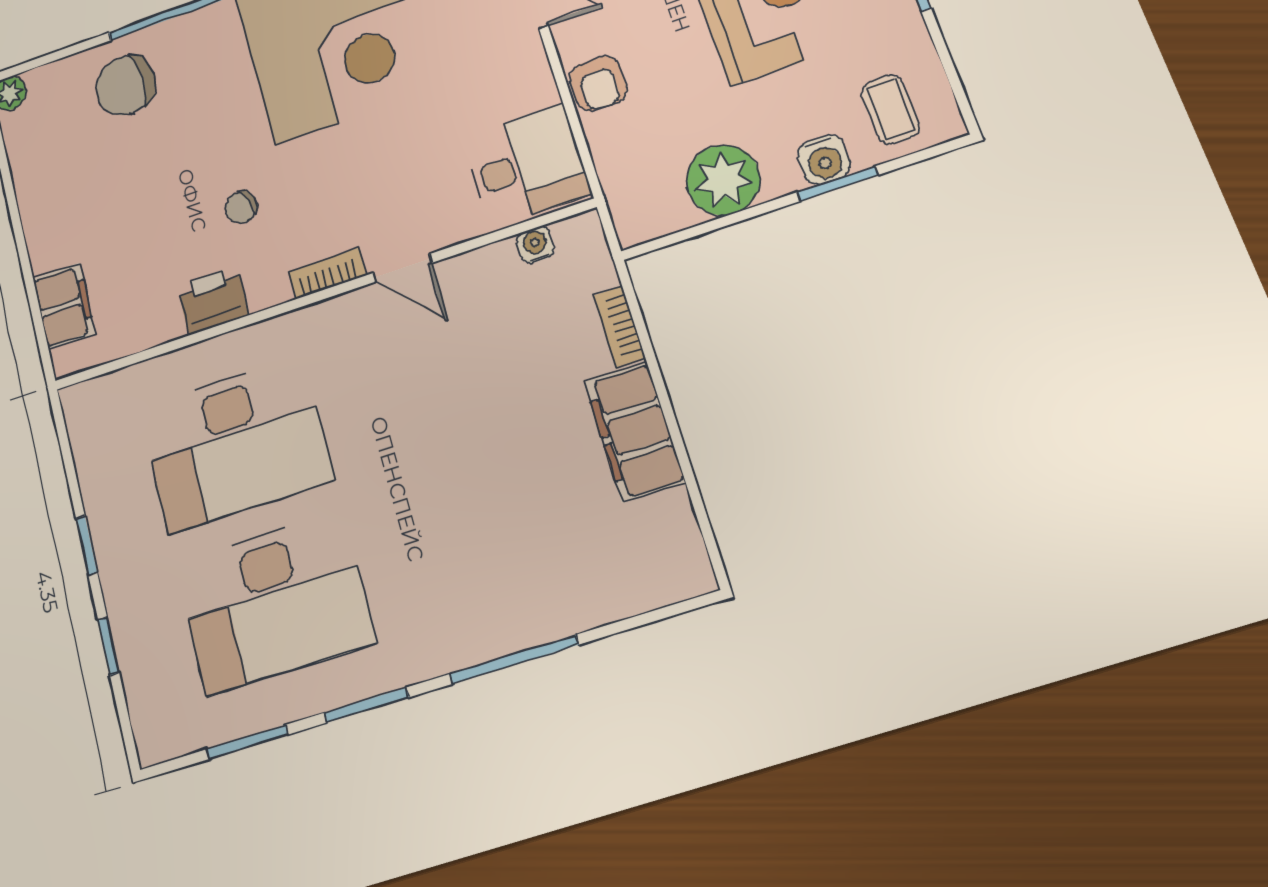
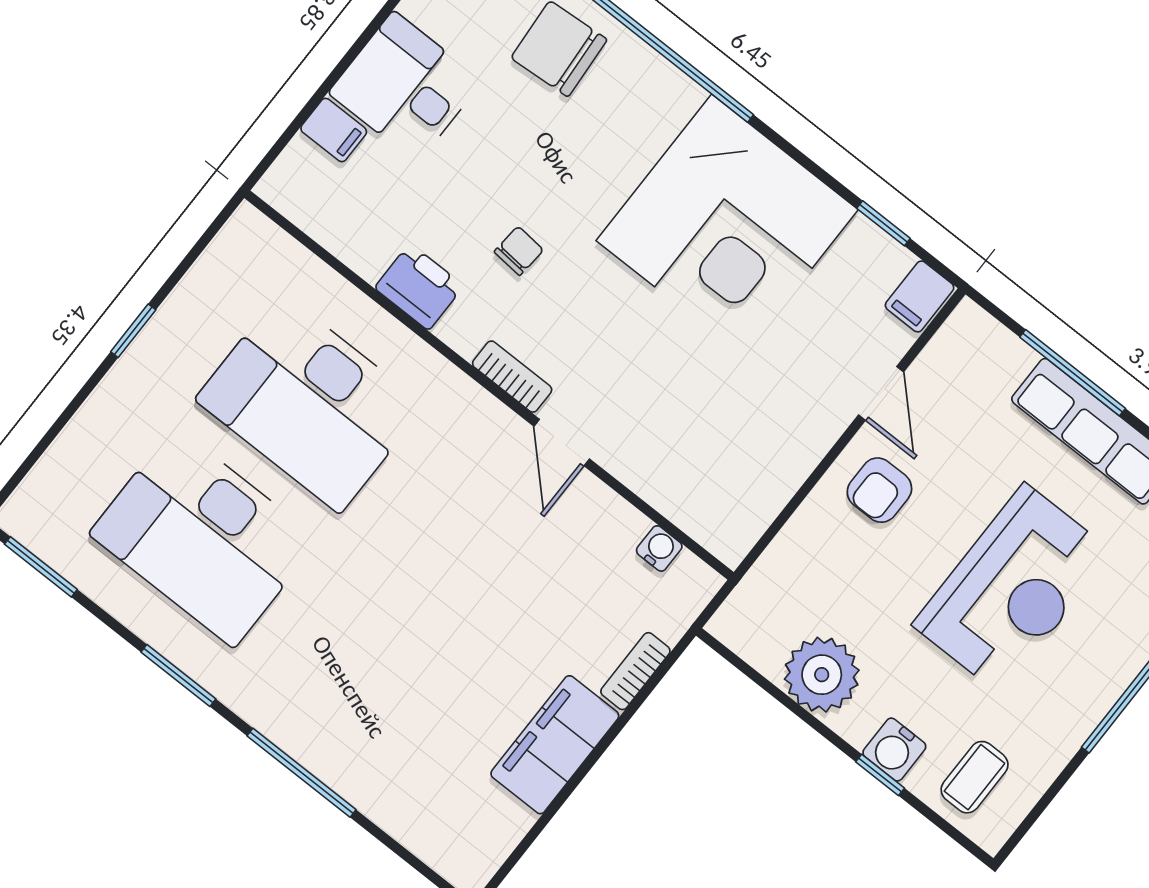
armchair: (598, 84) -> (879, 490), moved
desk: (526, 166) -> (405, 87), moved, turned 180
window: (838, 184) -> (880, 775), width x0.67
chair: (241, 207) -> (519, 251), turned 116
filing cabinet: (64, 306) -> (334, 130), width x0.50
window: (109, 646) -> (66, 416), removed
window: (247, 742) -> (41, 567), moved

